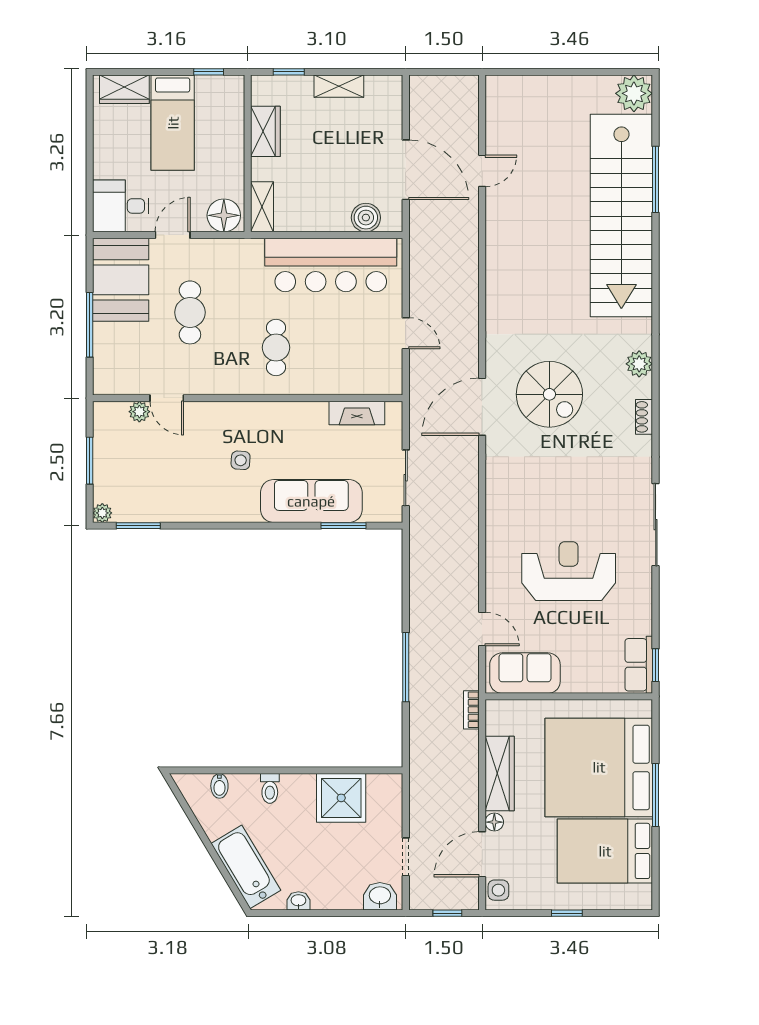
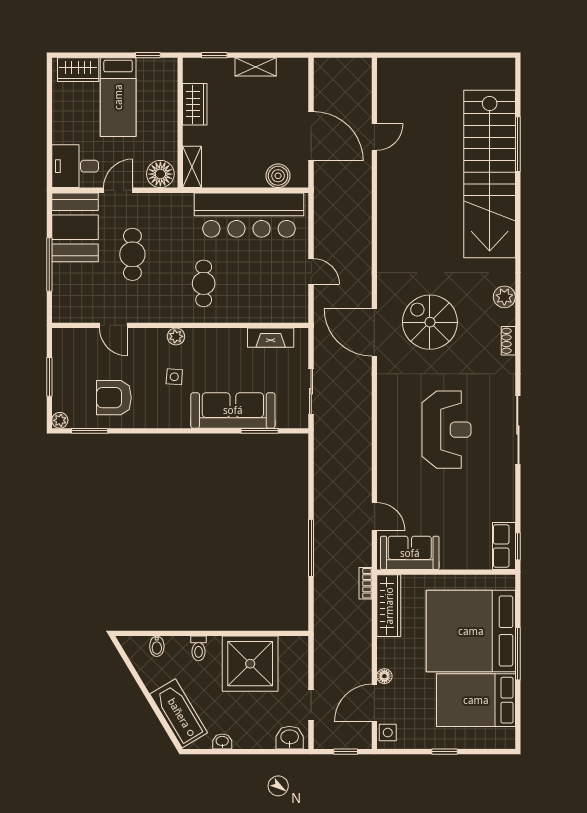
plant: (634, 93) -> (500, 73), removed
spiral stairs: (549, 394) -> (430, 322), turned 180
door: (482, 407) -> (374, 332), hinge flipped
plant: (139, 412) -> (176, 336), moved
armchair: (168, 486) -> (114, 398), added
reception desk: (569, 571) -> (446, 430), moved, turned 90
wardrobe: (500, 774) -> (389, 606), moved
shower: (341, 798) -> (250, 664), width x1.37, depth x1.37

